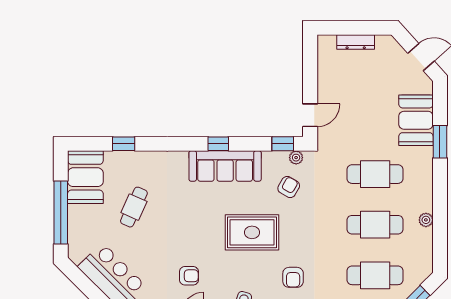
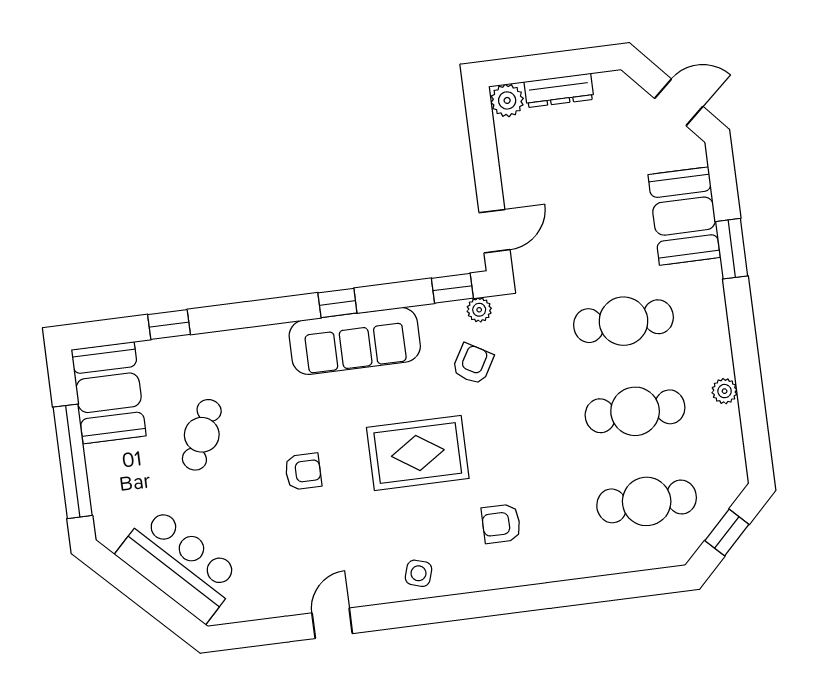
plant: (326, 44) -> (507, 100), added
armchair: (189, 276) -> (303, 471), moved
armchair: (293, 277) -> (501, 524), turned 90

